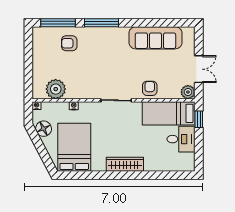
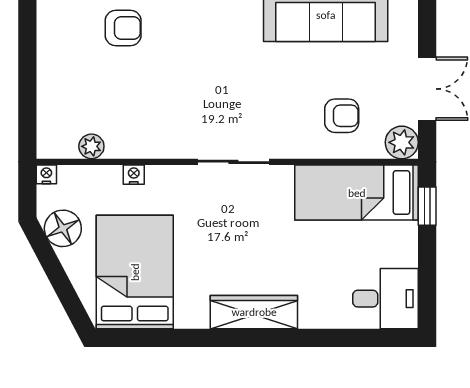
armchair: (69, 43) -> (123, 28), turned 180
armchair: (150, 88) -> (342, 116), moved, turned 90
plant: (56, 89) -> (91, 146), width x0.53, depth x0.53
desk: (181, 139) -> (385, 299), moved

